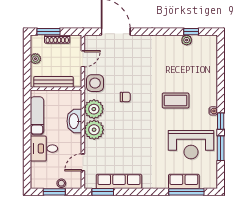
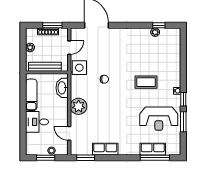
window: (48, 32) -> (52, 25), moved
plant: (94, 109) -> (78, 89), removed
washbasin: (74, 121) -> (62, 88), moved
door: (83, 162) -> (69, 133), hinge flipped
row of seats: (119, 181) -> (105, 149), width x0.68

